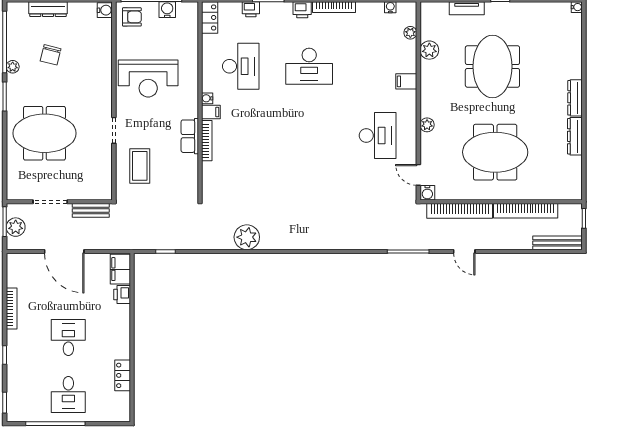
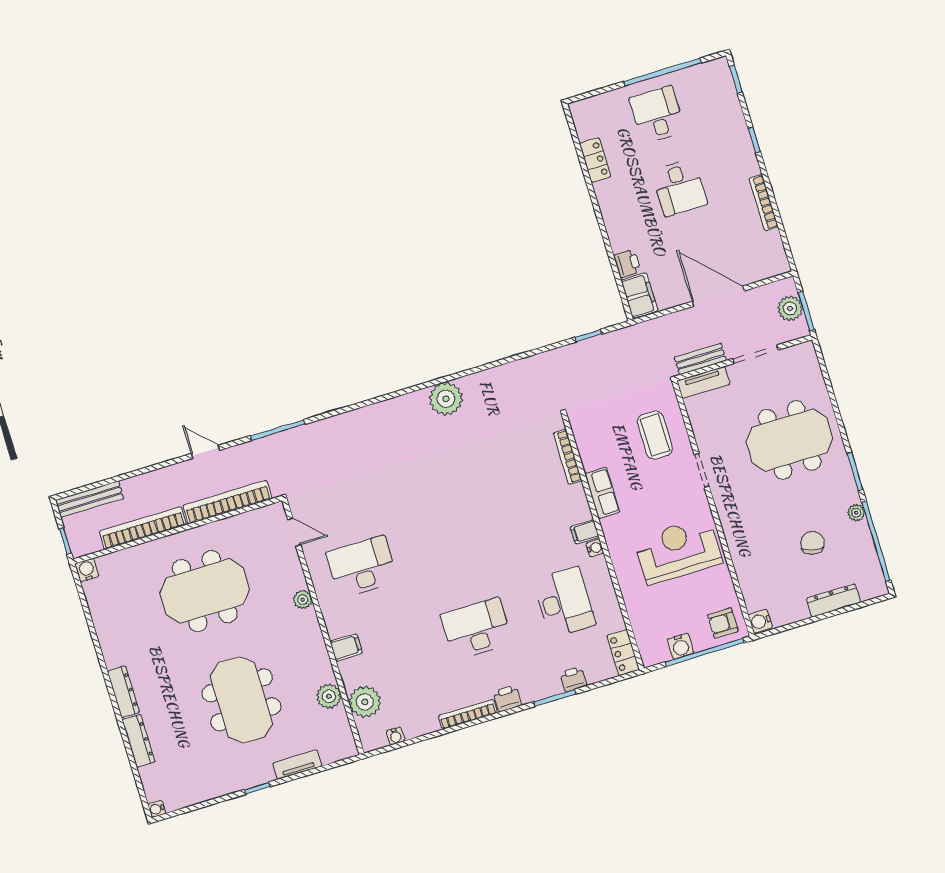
plant: (410, 33) -> (365, 702), width x1.88, depth x1.88
desk: (241, 66) -> (564, 602), turned 180
desk: (378, 135) -> (362, 567), turned 90
dresser: (575, 136) -> (139, 741), moved
bookcase: (207, 141) -> (568, 457), moved
tv unit: (93, 193) -> (704, 382), added
water cooler: (427, 193) -> (87, 570), moved
plant: (247, 237) -> (446, 399), moved

